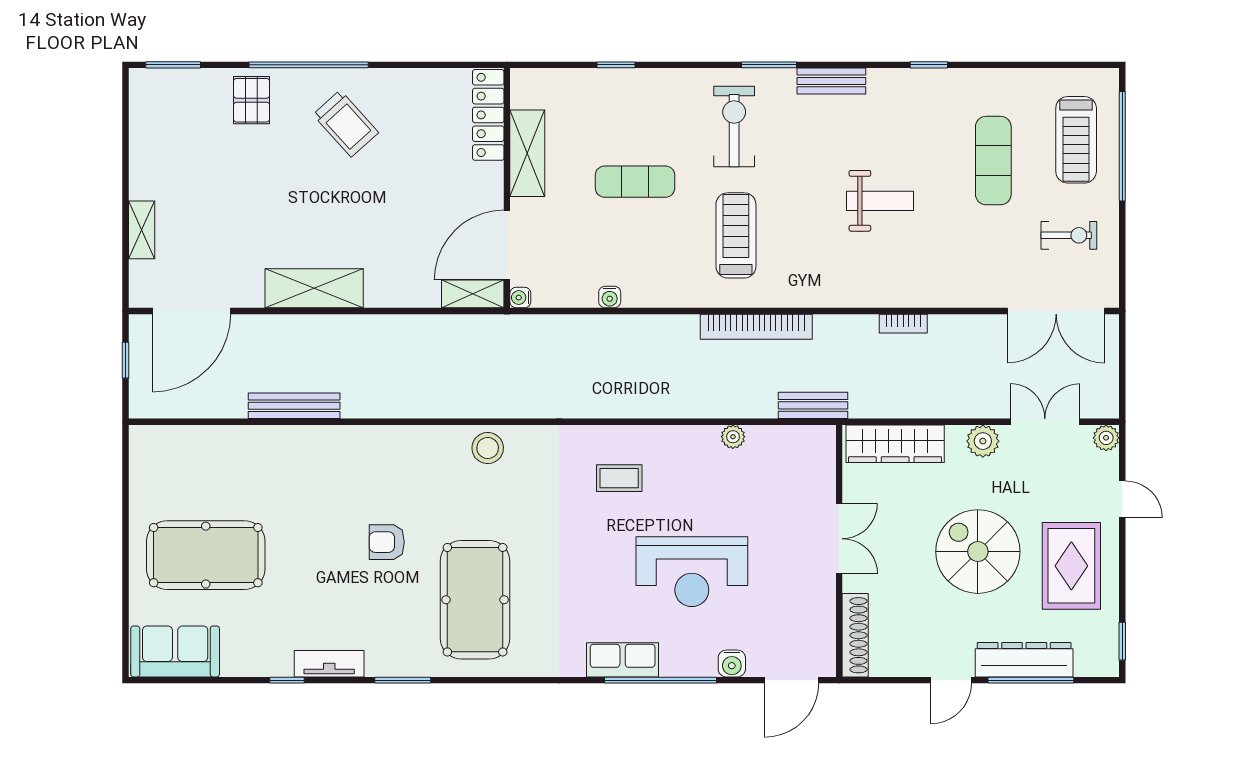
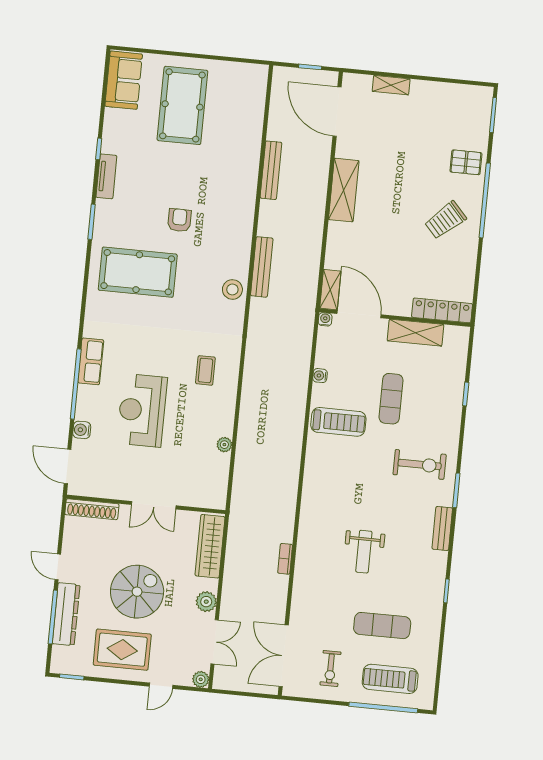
treadmill: (736, 235) -> (338, 422), moved
bookcase: (756, 327) -> (292, 466), removed
bench: (813, 405) -> (262, 267), moved, width x1.36

